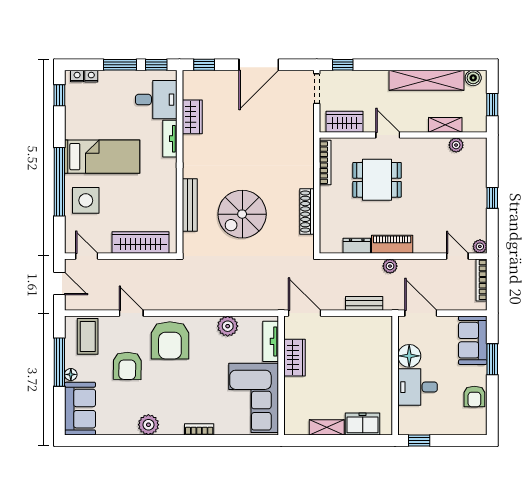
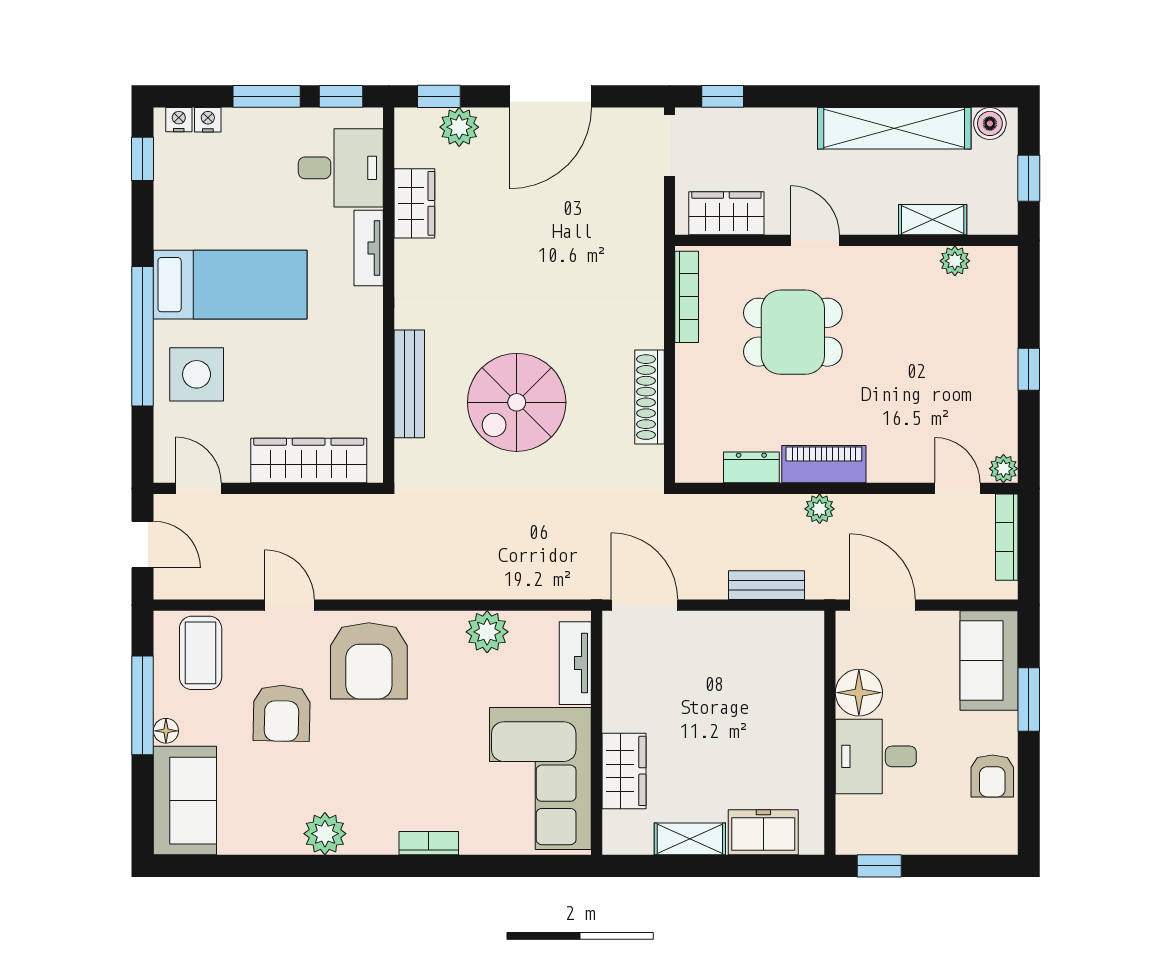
plant: (214, 80) -> (459, 127), added
wardrobe: (294, 358) -> (624, 771), moved

